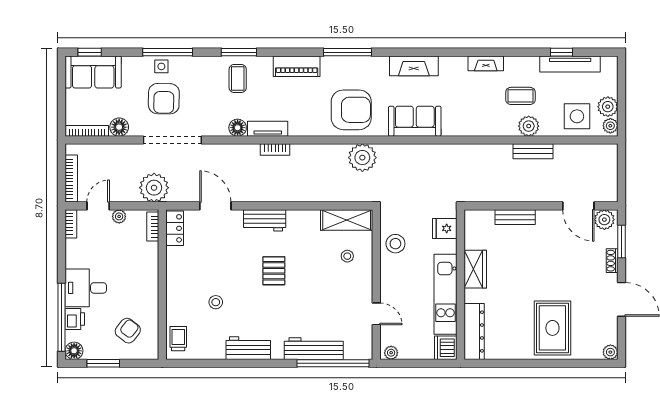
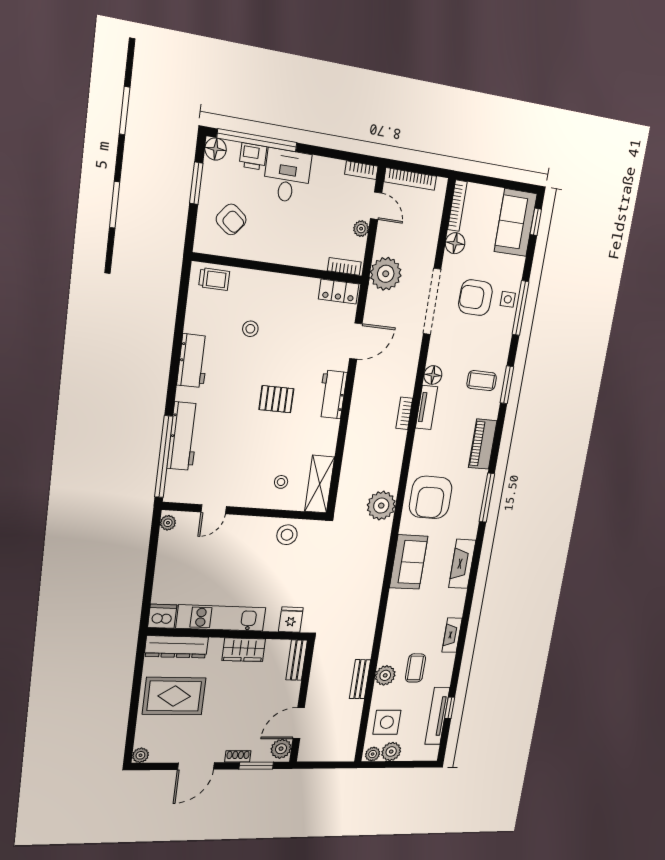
fridge: (445, 228) -> (291, 620), moved
wardrobe: (475, 269) -> (244, 650), moved
wall: (460, 285) -> (229, 634), moved
kitchen unit: (445, 294) -> (221, 618), moved
dresser: (474, 332) -> (176, 647), moved
dishwasher: (446, 348) -> (162, 616), moved

